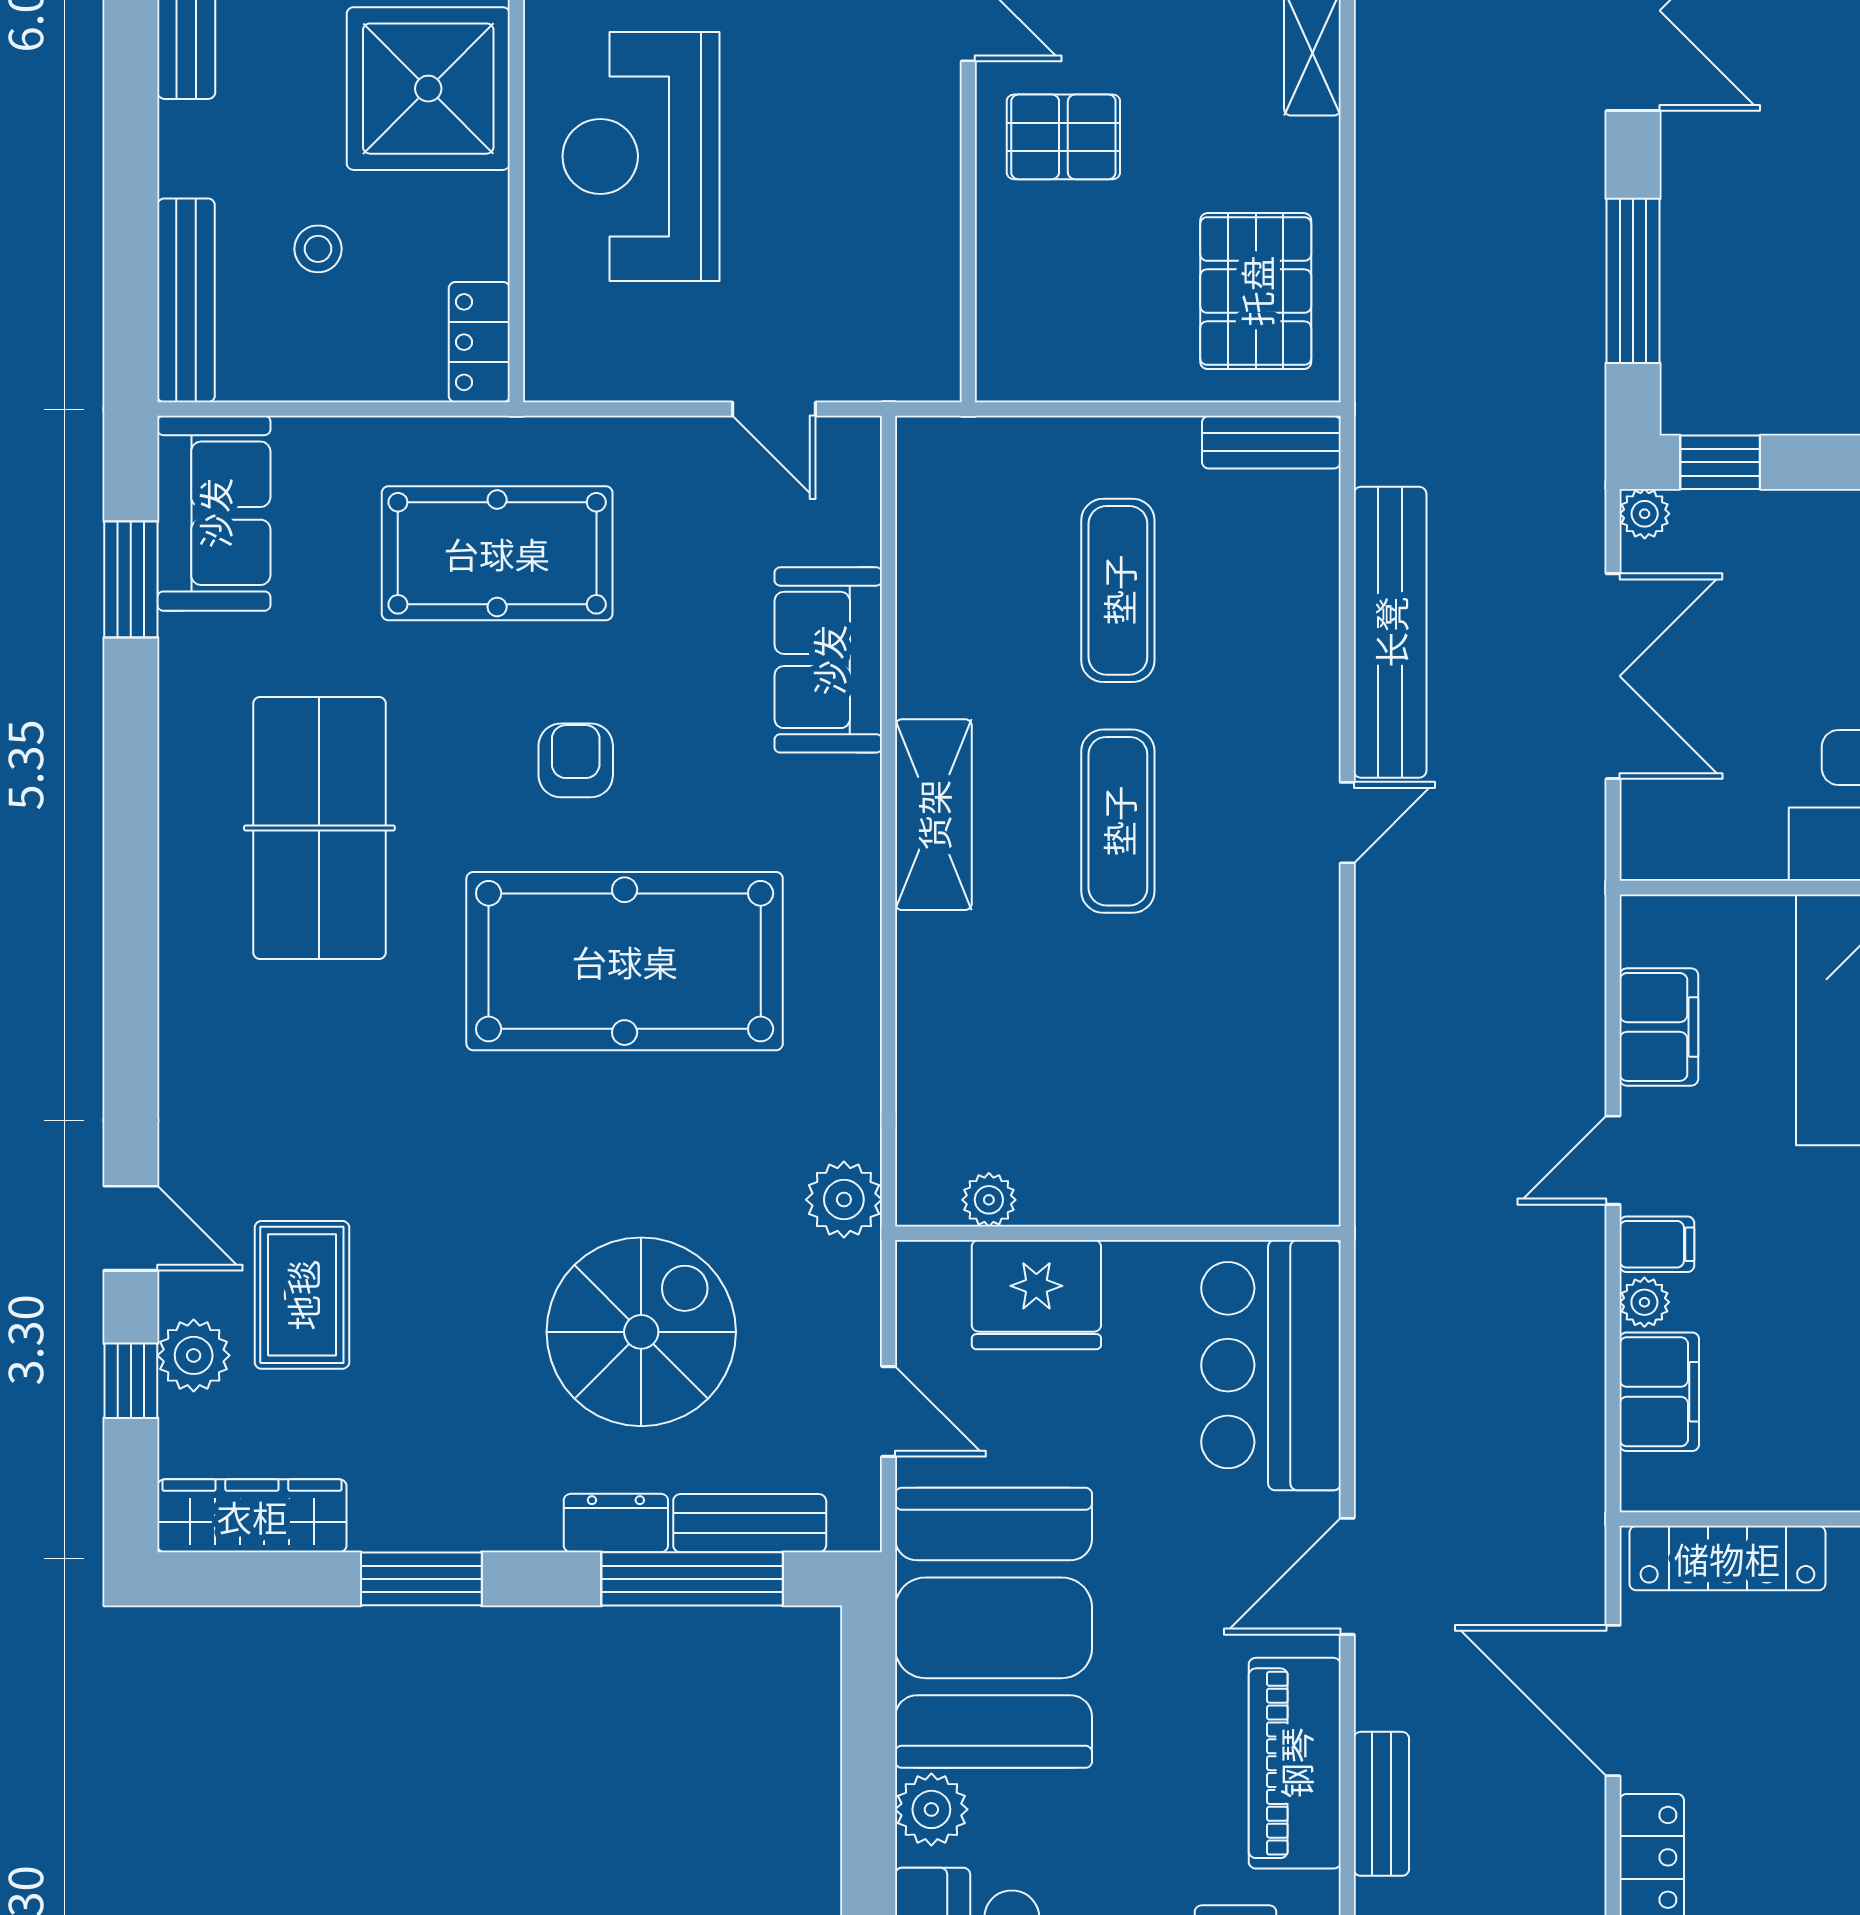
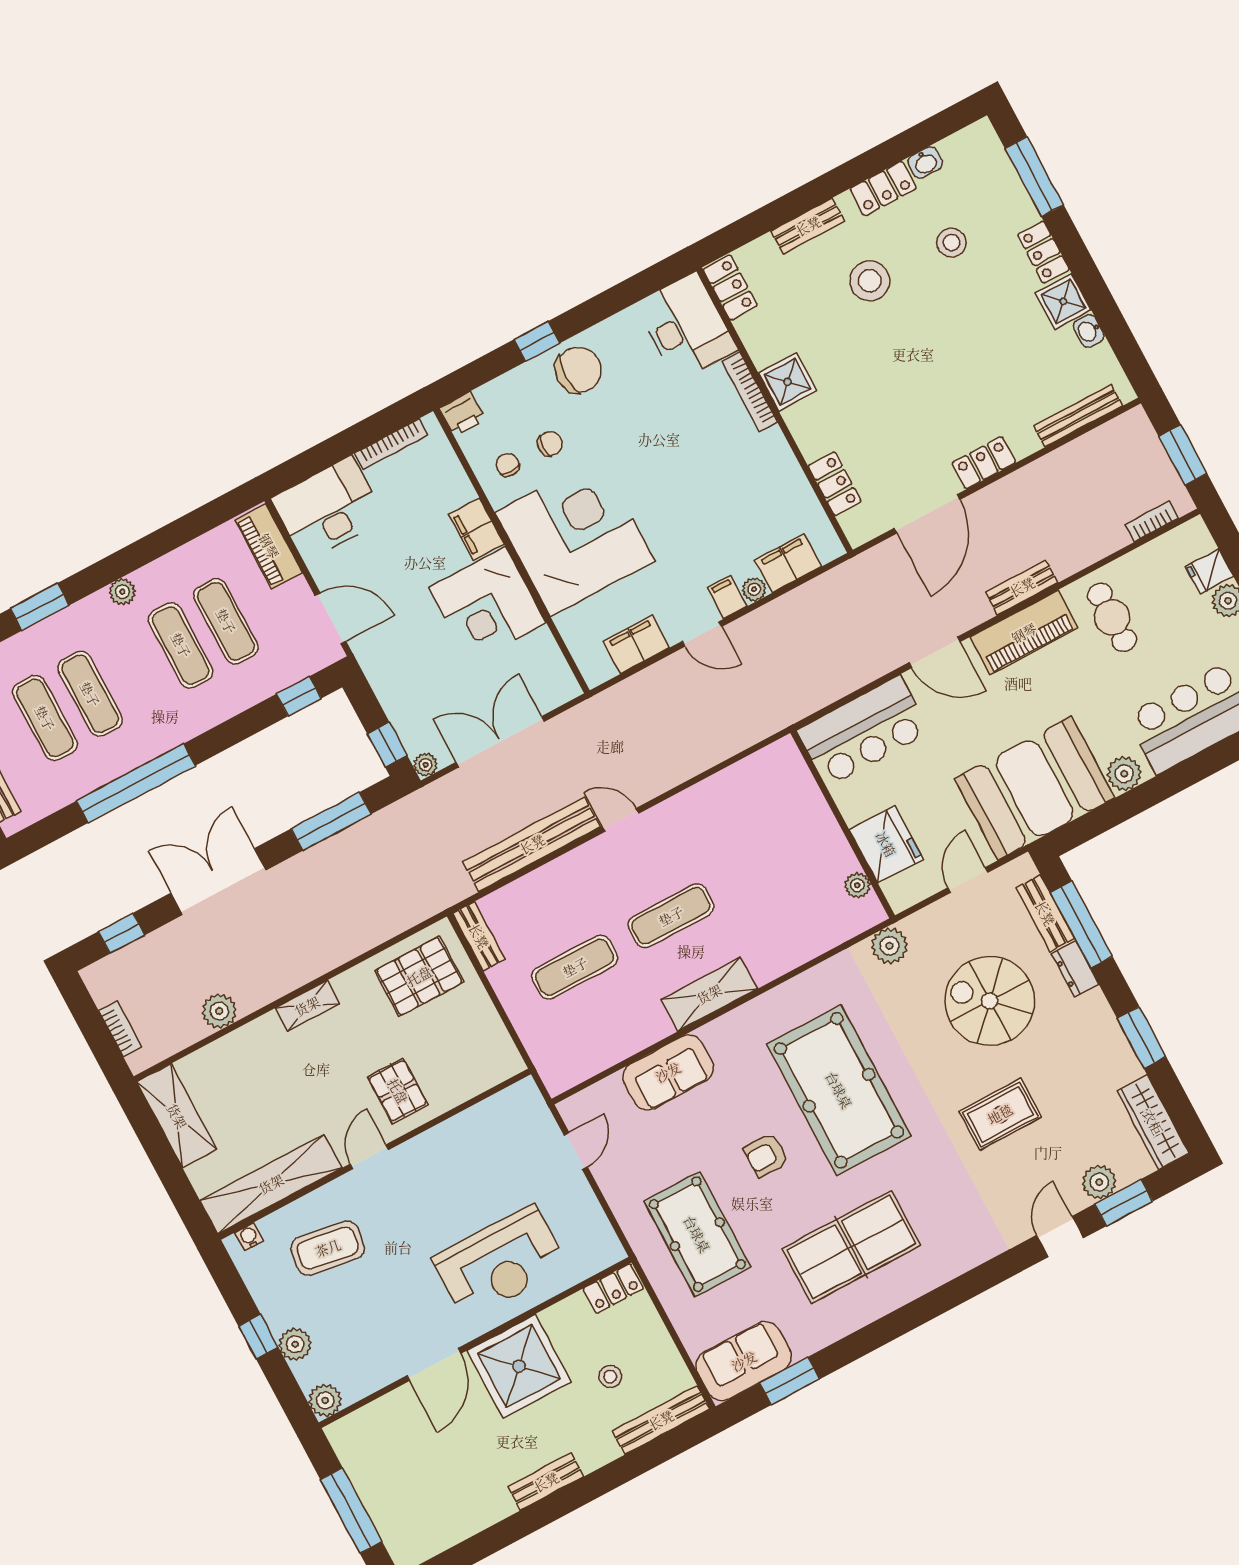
rug: (302, 1295) -> (1000, 1114), moved
window: (131, 1381) -> (1124, 1203), width x1.50
locker: (1727, 1558) -> (835, 484), width x0.66

